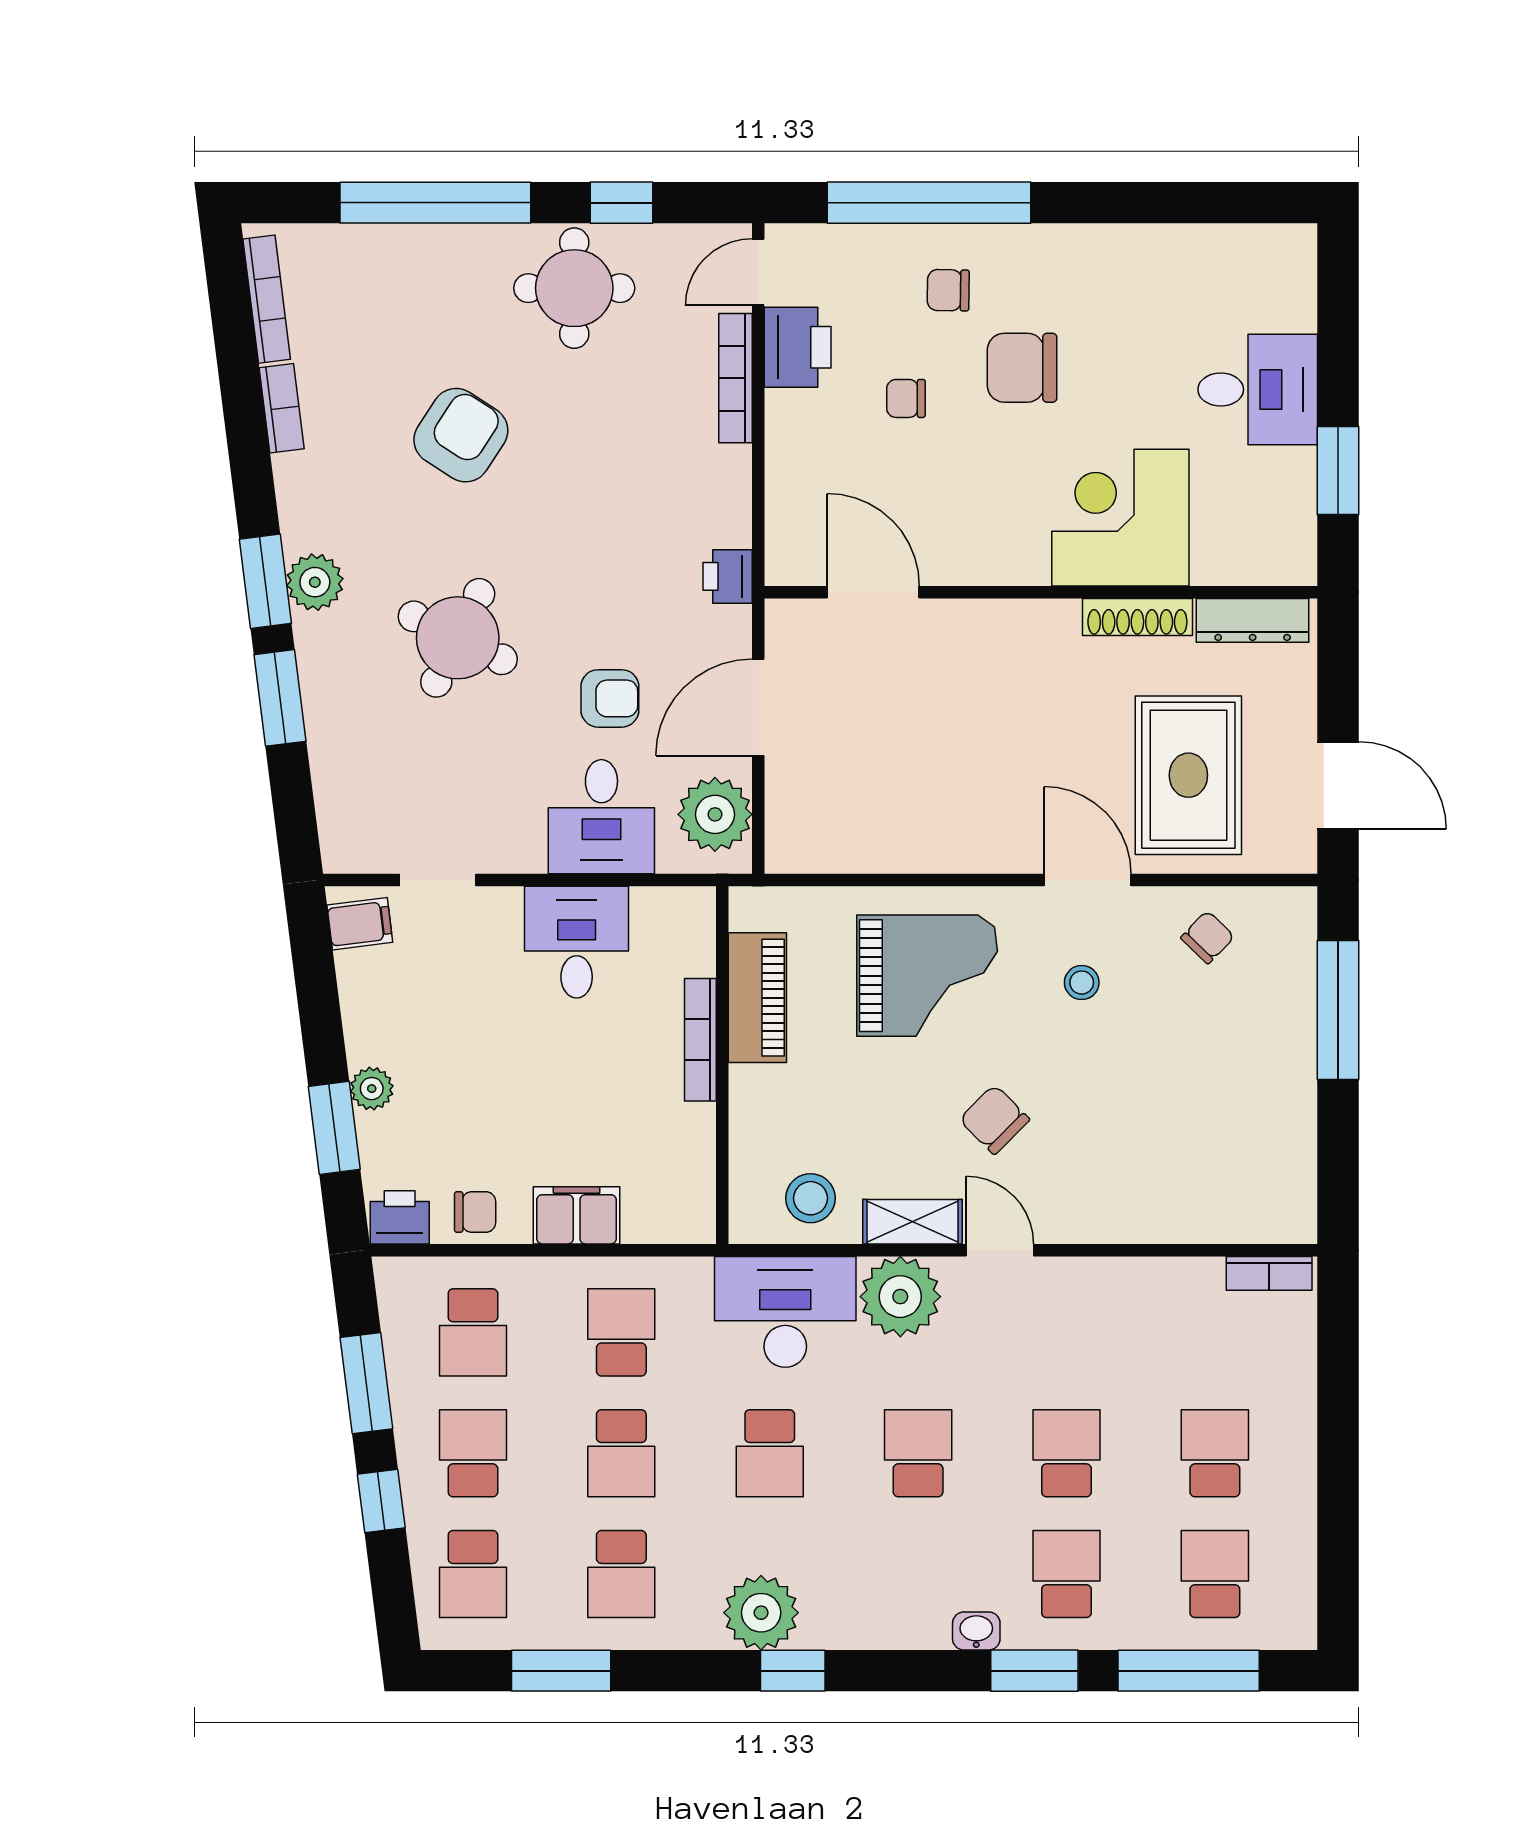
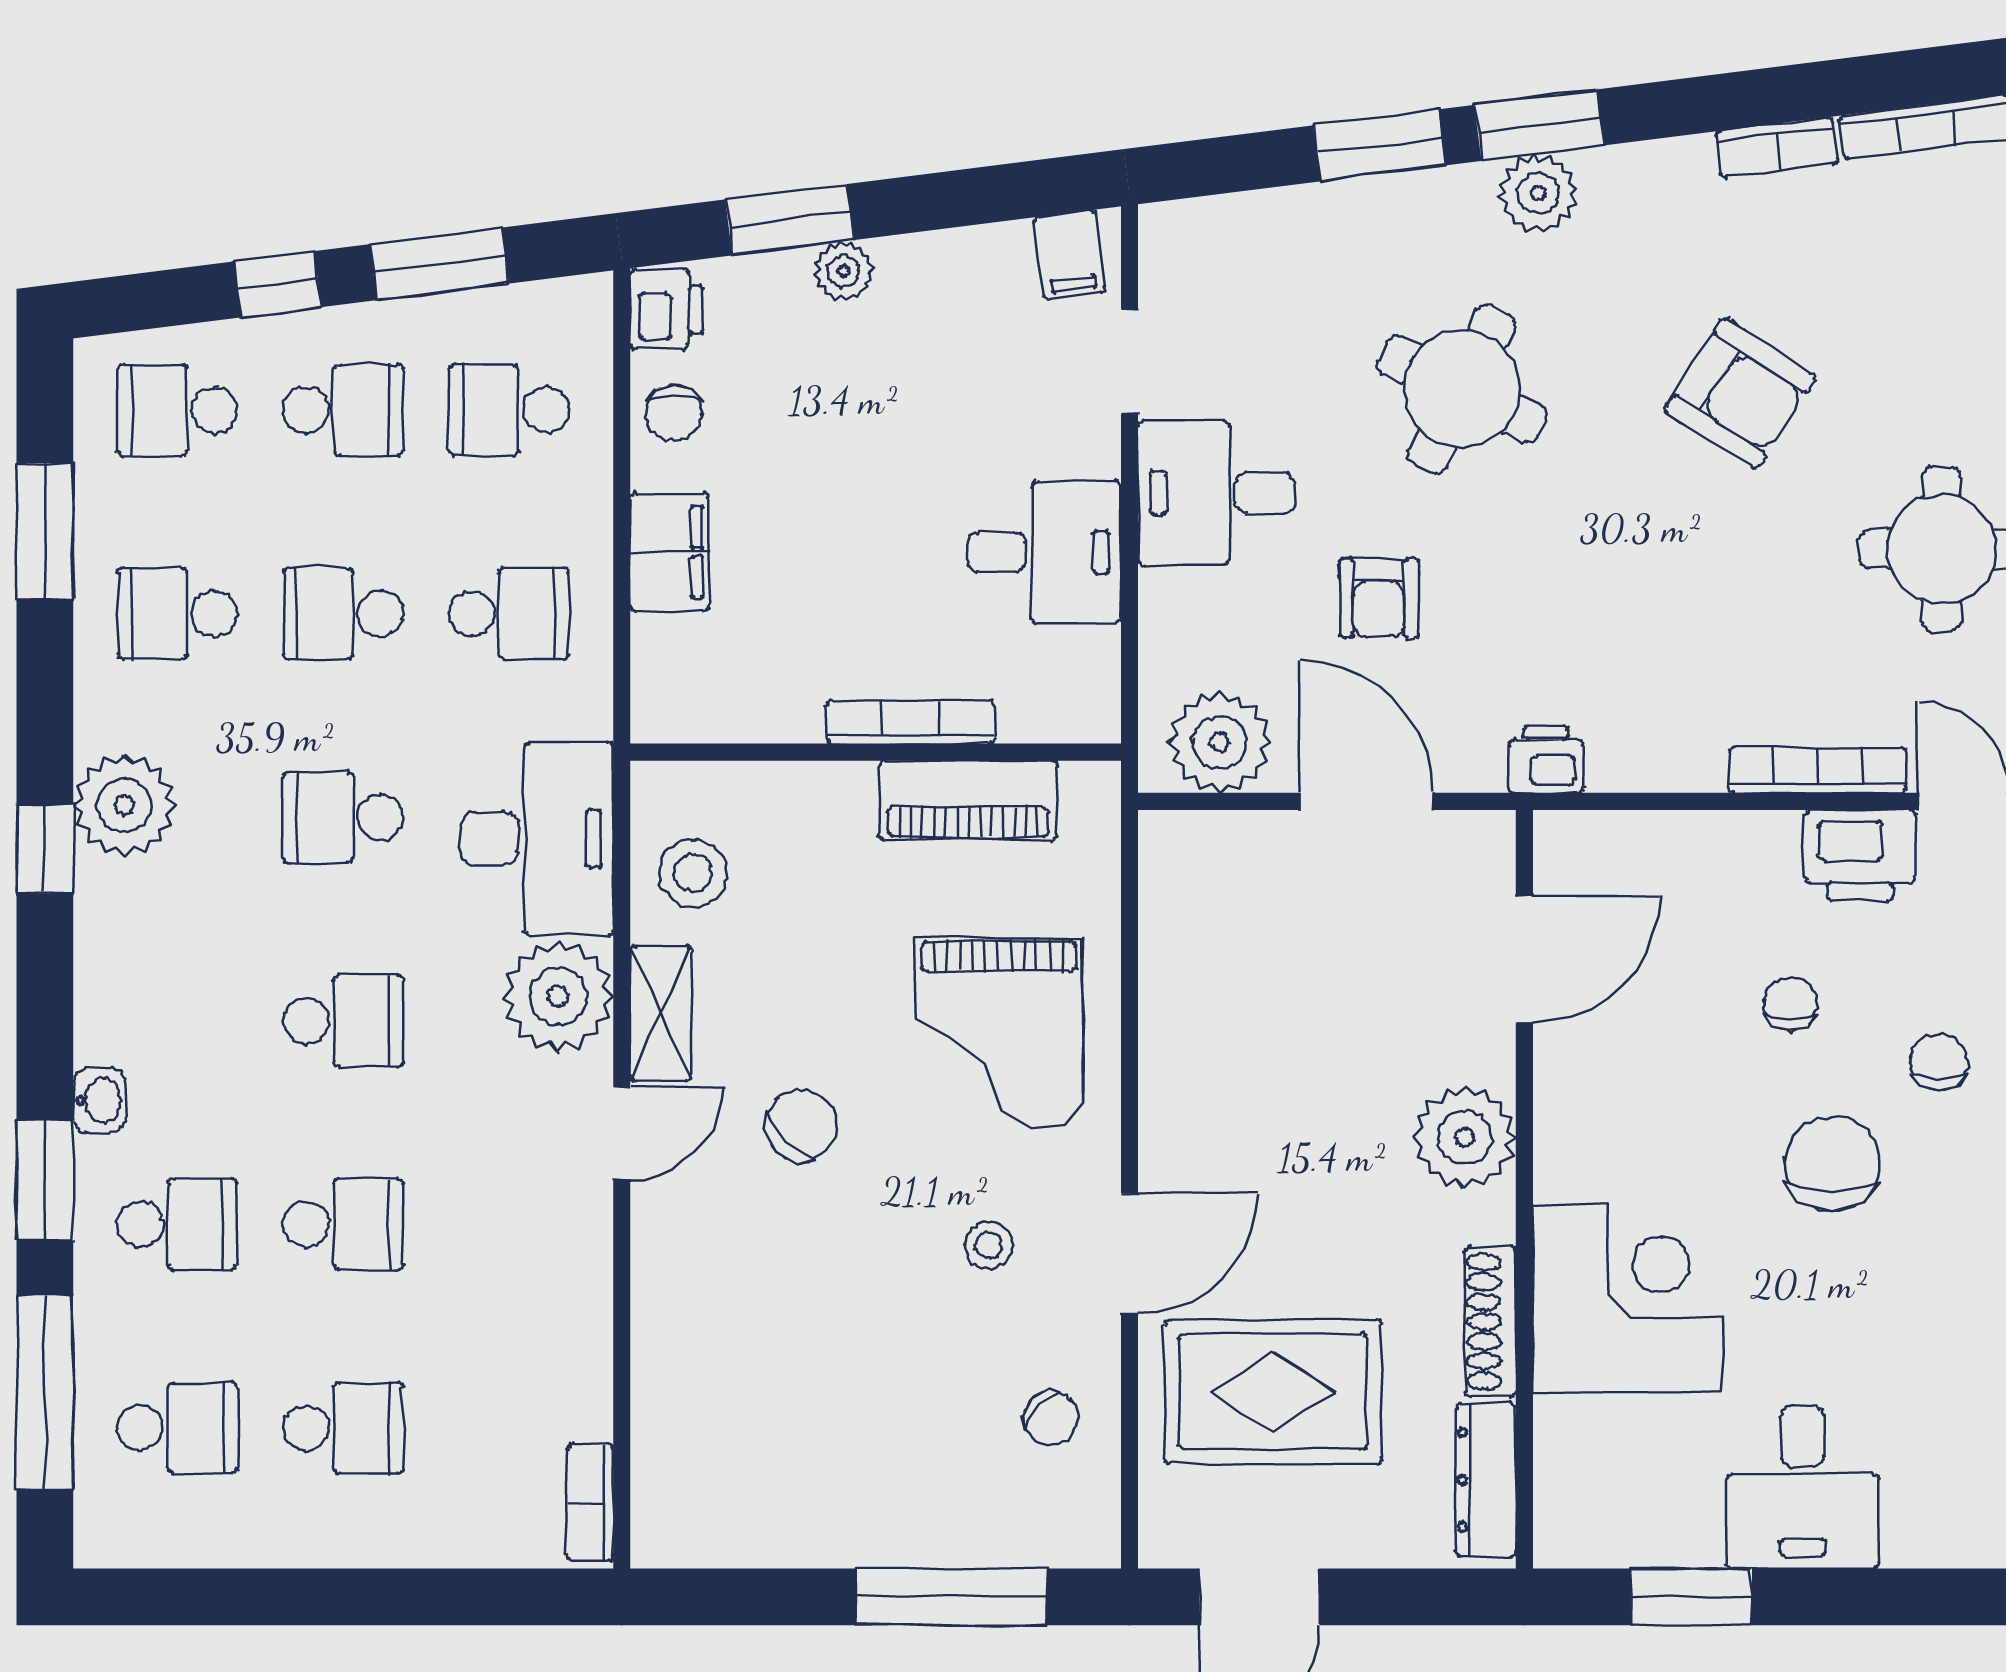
plant: (1003, 636) -> (1465, 1137), added
desk: (601, 817) -> (1216, 493), moved

